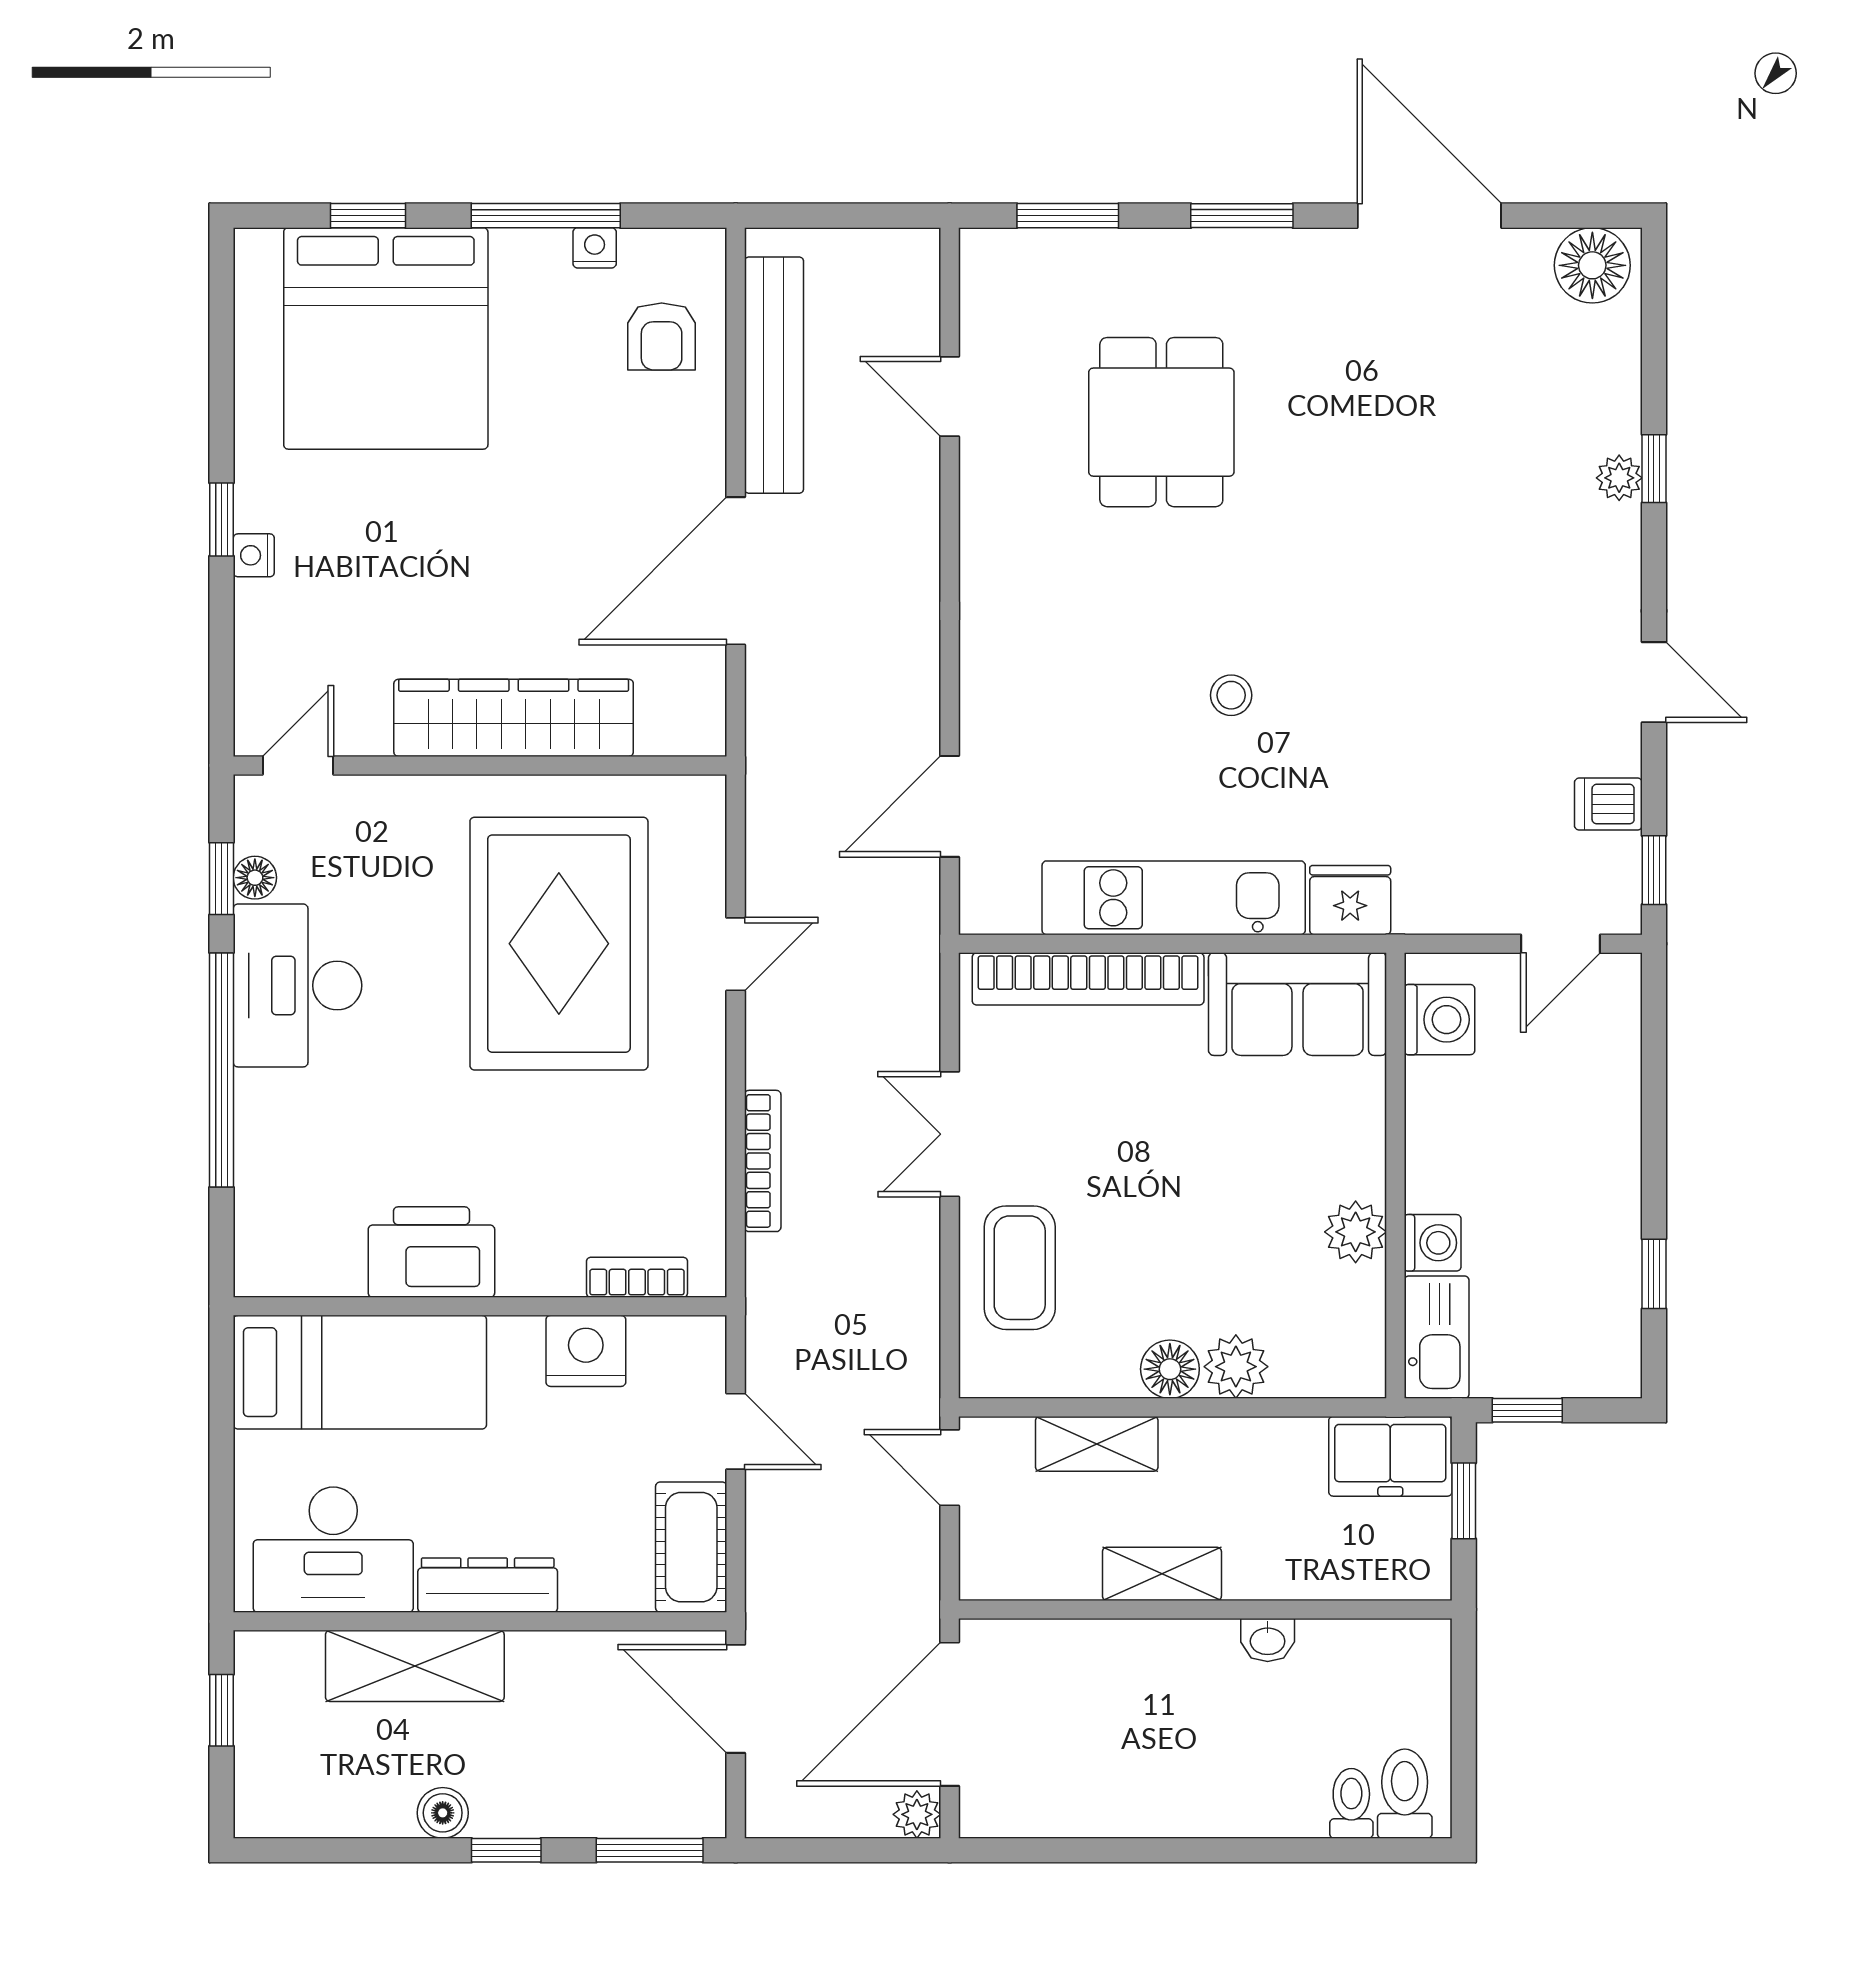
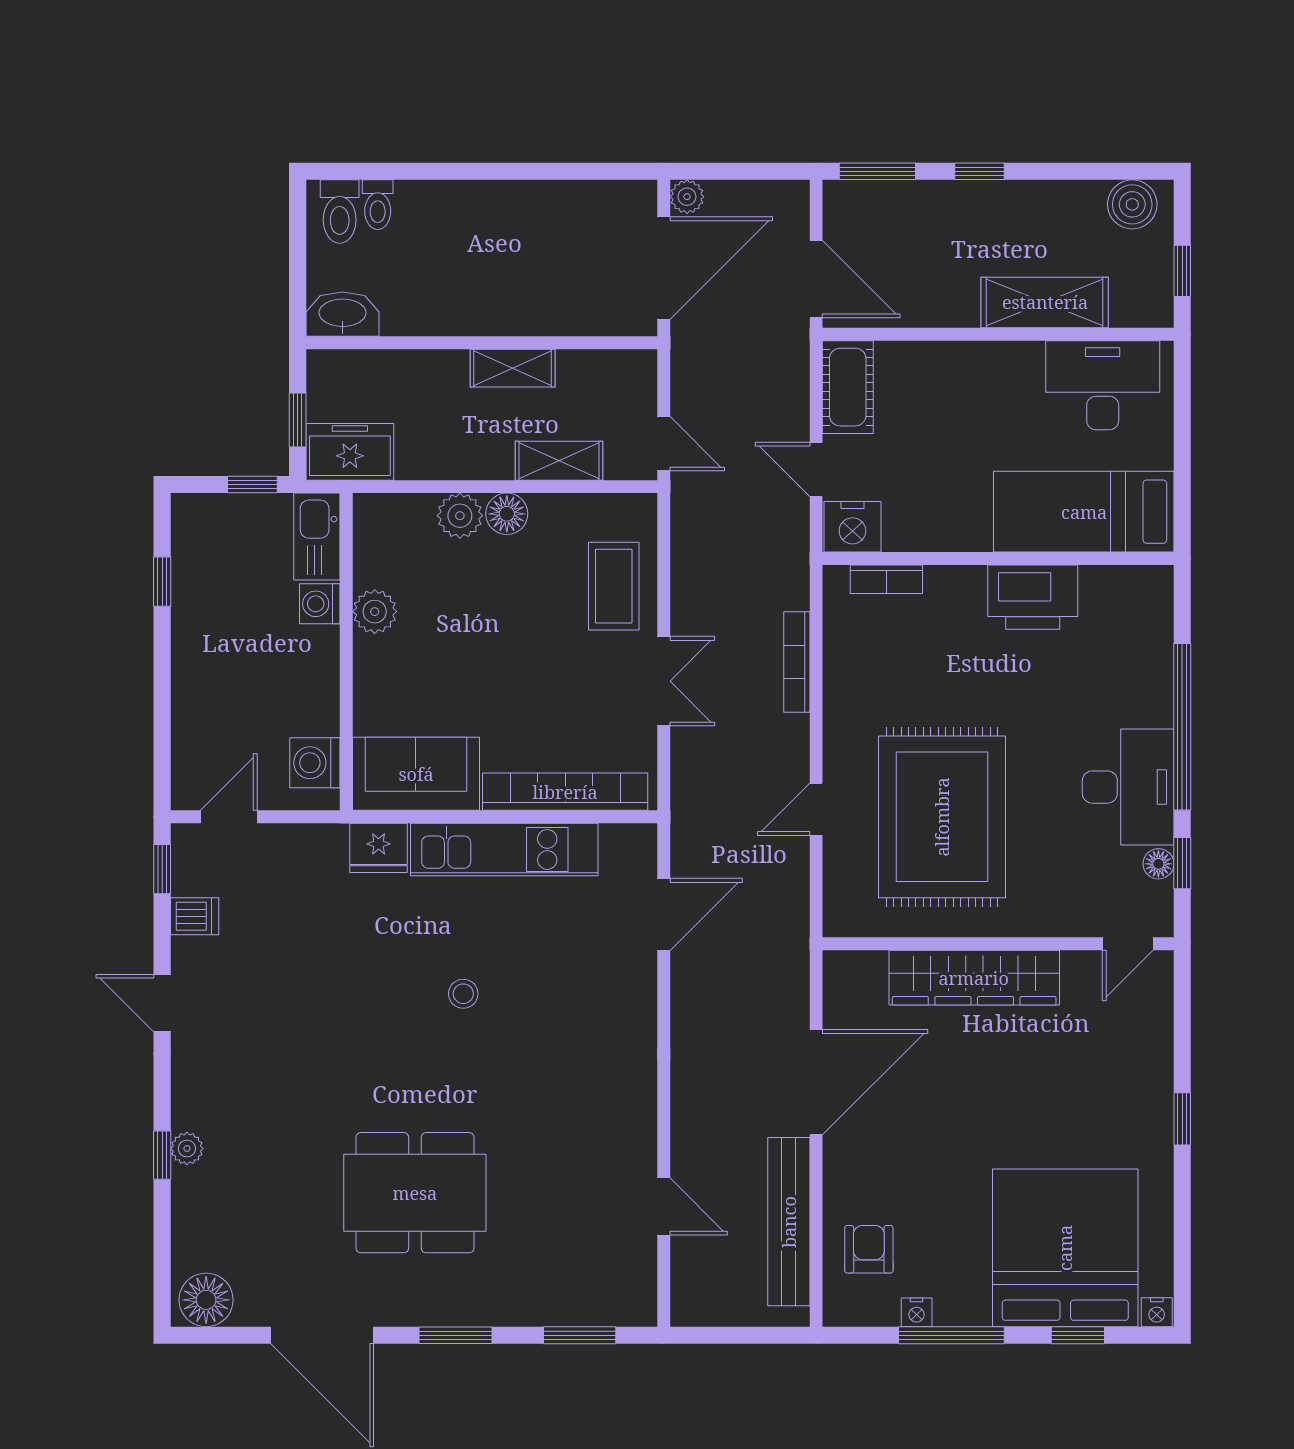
dining table: (1161, 422) -> (415, 1193), moved, width x1.38
nightstand: (254, 555) -> (1157, 1312), moved, turned 90
nightstand: (586, 1351) -> (852, 527), moved
dresser: (488, 1585) -> (993, 360), removed
washbasin: (1268, 1640) -> (343, 314), moved, width x1.91, depth x1.45
boiler: (443, 1813) -> (1132, 204), moved, width x1.36, depth x1.36

